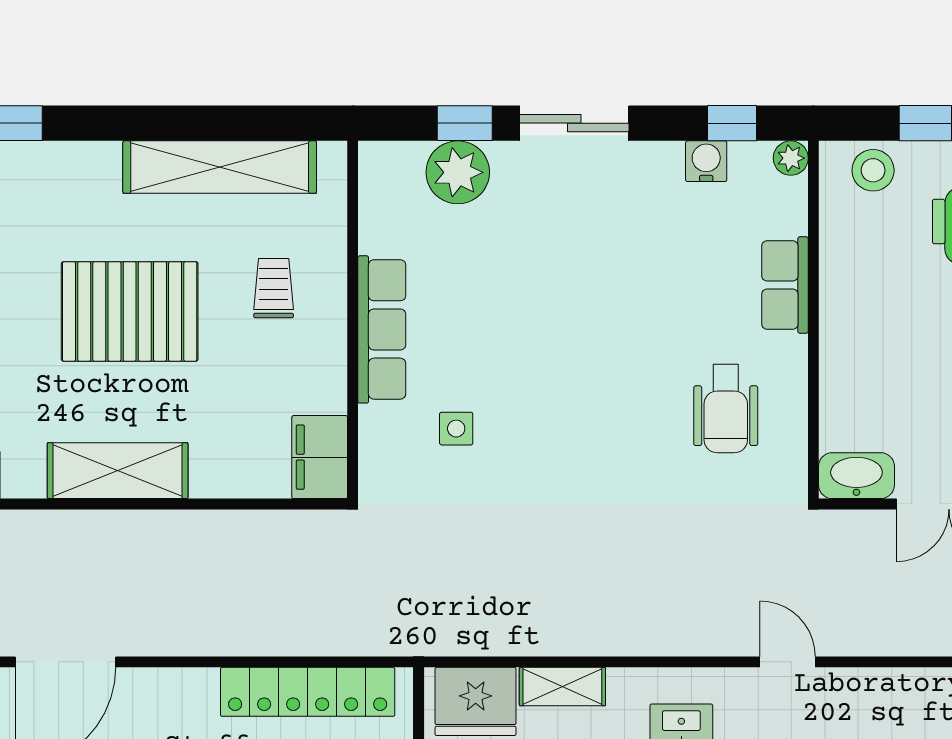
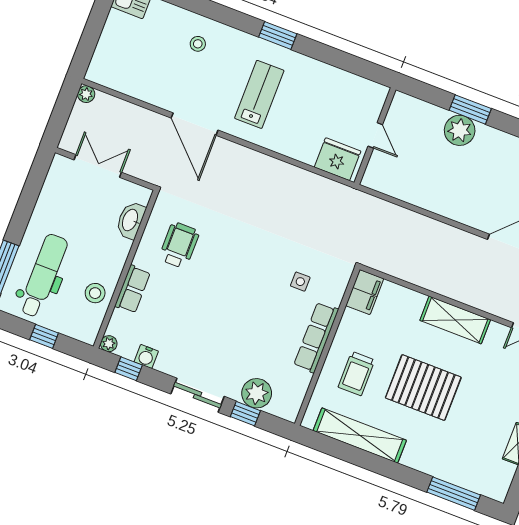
stool: (873, 170) -> (95, 293), moved
trolley: (274, 288) -> (356, 374), width x1.36, depth x1.39
washbasin: (856, 476) -> (131, 220), moved, turned 90
door: (788, 662) -> (195, 124), width x1.88
shelving: (562, 687) -> (297, 151), removed
locker: (308, 692) -> (409, 191), removed

